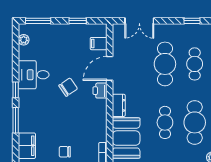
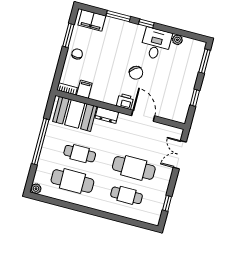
plant: (24, 40) -> (177, 40), moved
filing cabinet: (99, 44) -> (84, 89), moved

